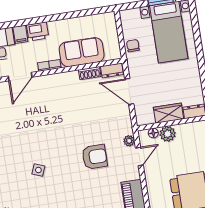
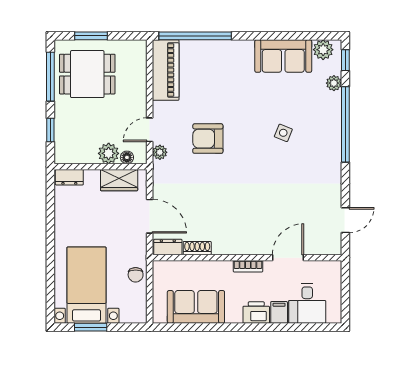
sofa: (82, 52) -> (196, 307), moved, turned 180
wardrobe: (168, 113) -> (119, 180), moved

